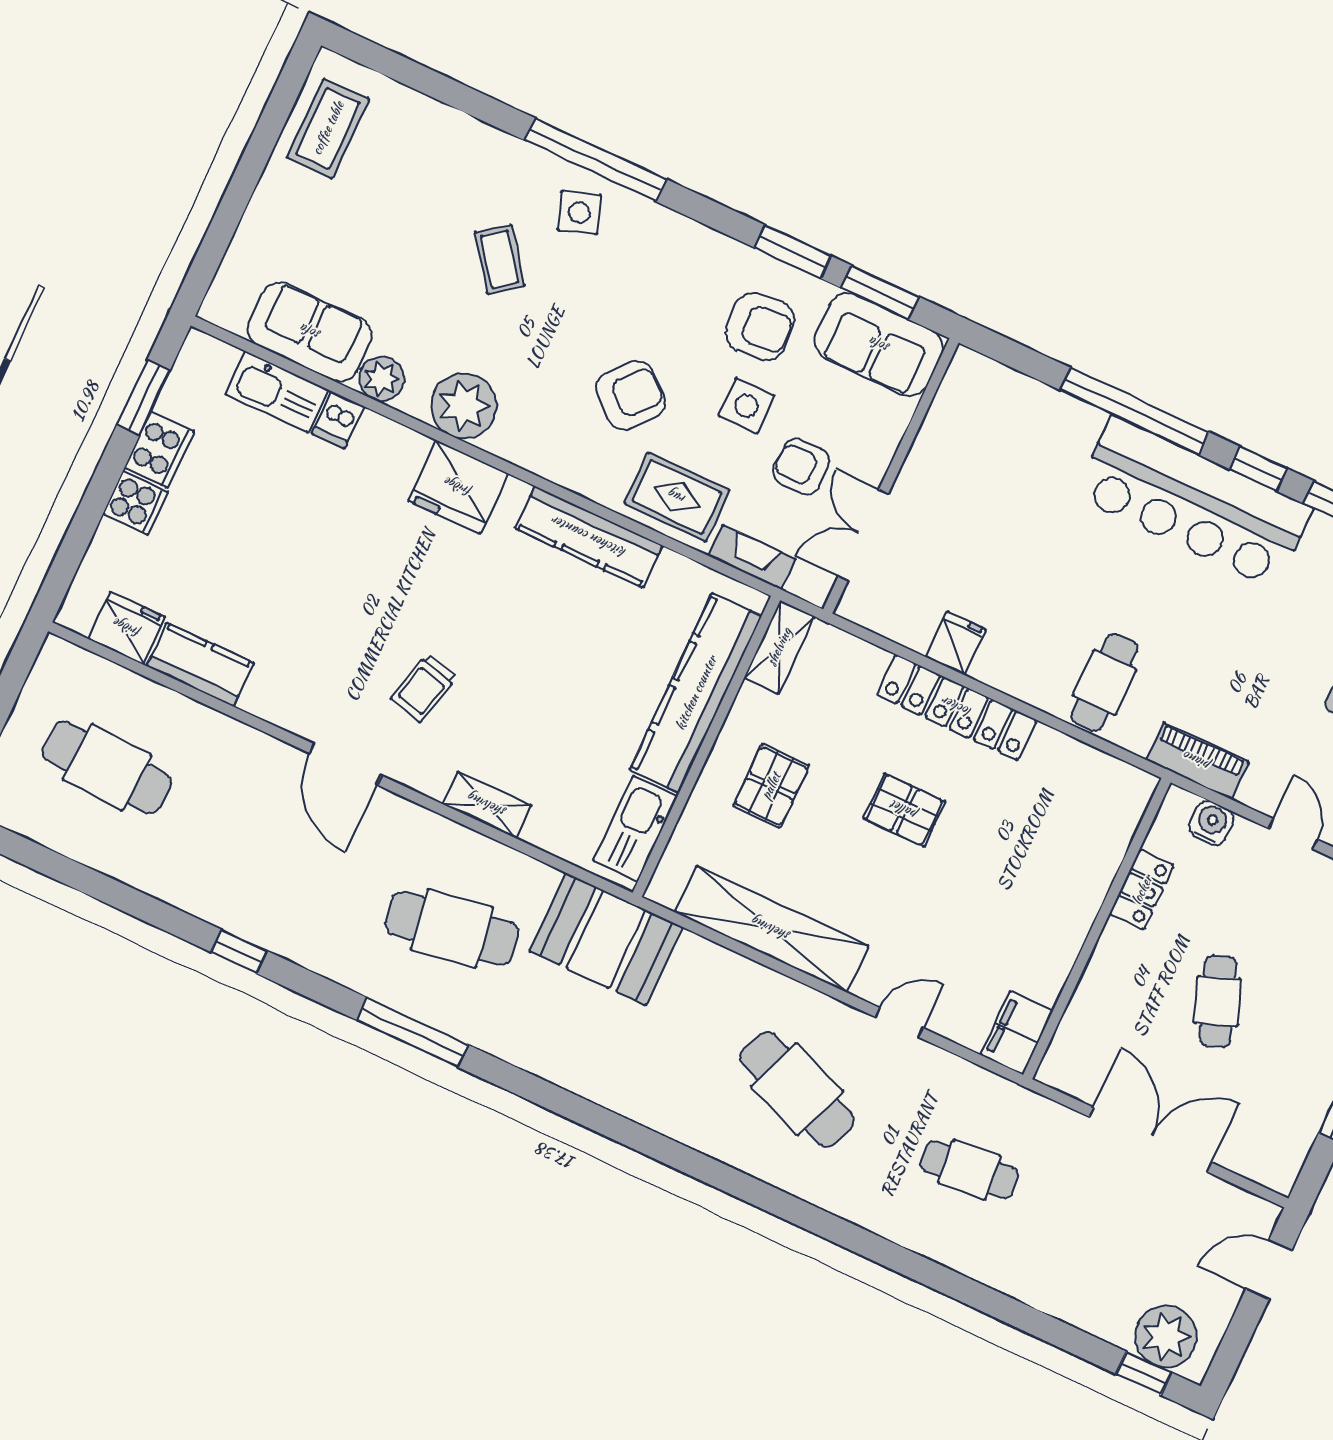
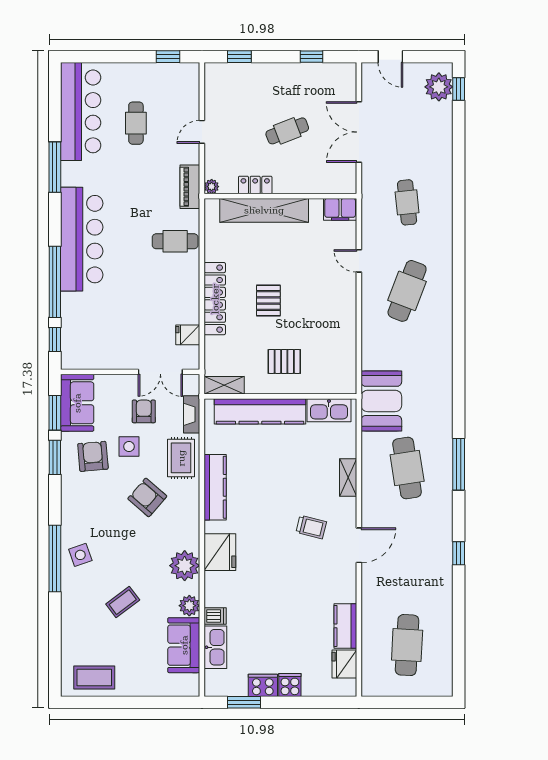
coffee table: (500, 259) -> (123, 602), moved
armchair: (801, 467) -> (144, 411), turned 180
window: (1258, 469) -> (55, 340), moved
fridge: (956, 643) -> (188, 335), moved
plant: (1178, 803) -> (212, 187), added
water cooler: (1211, 823) -> (213, 169), removed
shelving: (771, 929) -> (264, 210), moved, turned 90

